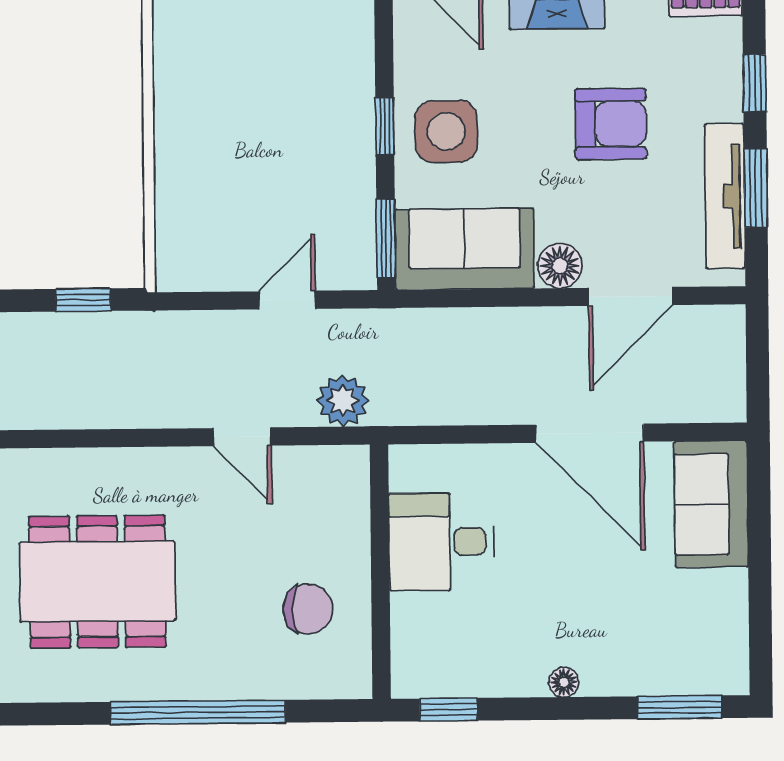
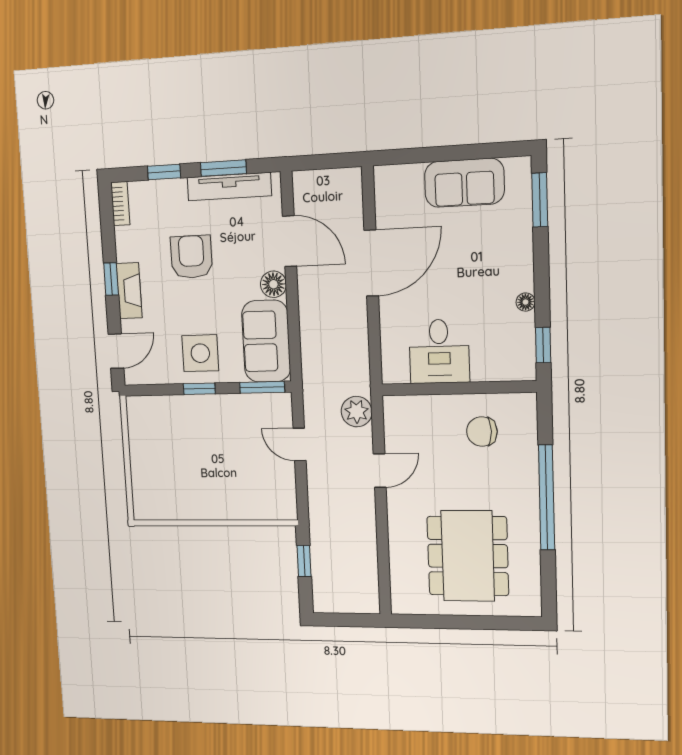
sofa: (711, 504) -> (464, 183), moved
chair: (308, 609) -> (482, 432), turned -90
floor lamp: (564, 682) -> (526, 302), moved

